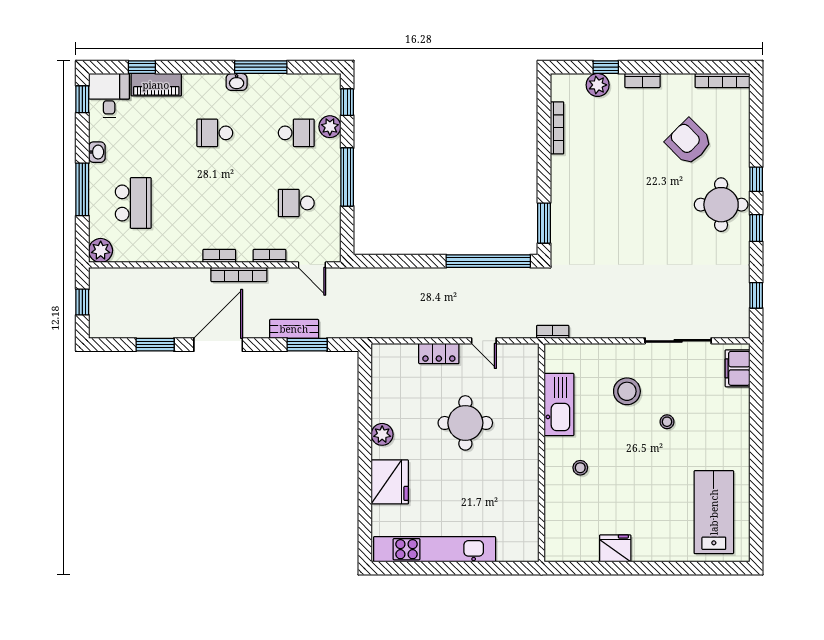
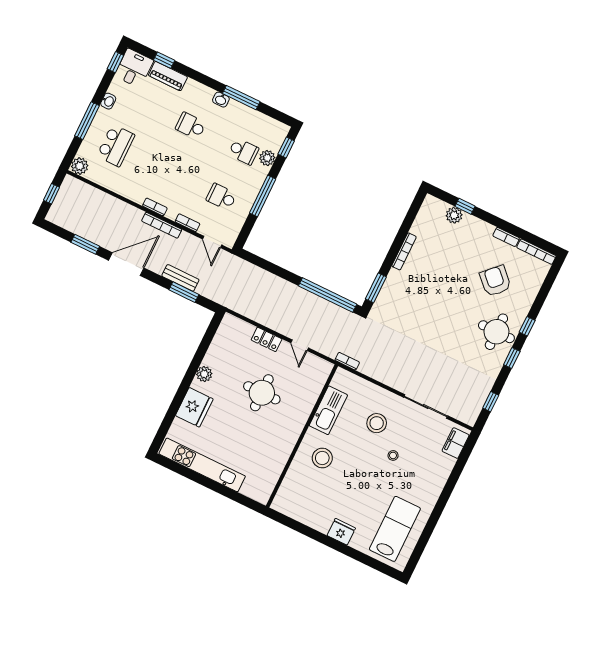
bookcase: (642, 81) -> (506, 237), moved
bookcase: (557, 128) -> (404, 251), moved
stool: (580, 468) -> (322, 458), width x1.89, depth x1.89
fridge: (615, 548) -> (341, 532), moved

